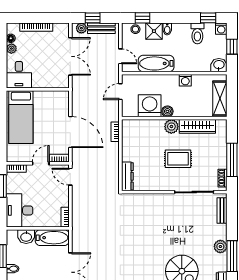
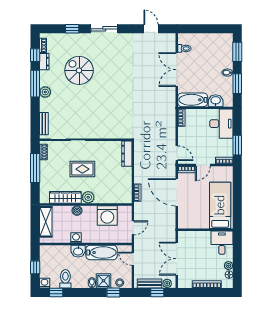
washbasin: (219, 65) -> (78, 251), moved
boiler: (167, 111) -> (77, 211), moved

